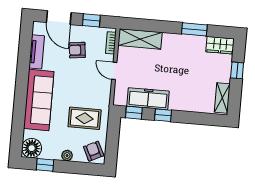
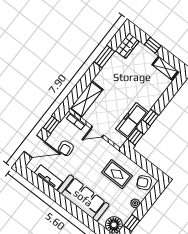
rug: (85, 118) -> (117, 174), turned 90

